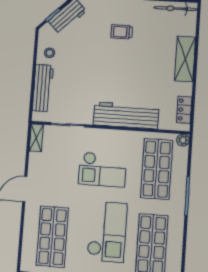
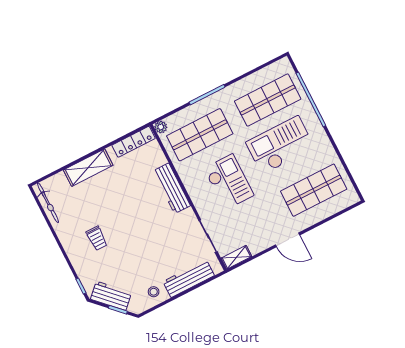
locker: (184, 110) -> (134, 142), width x1.53
workbench: (126, 115) -> (172, 188), width x0.73, depth x0.76

